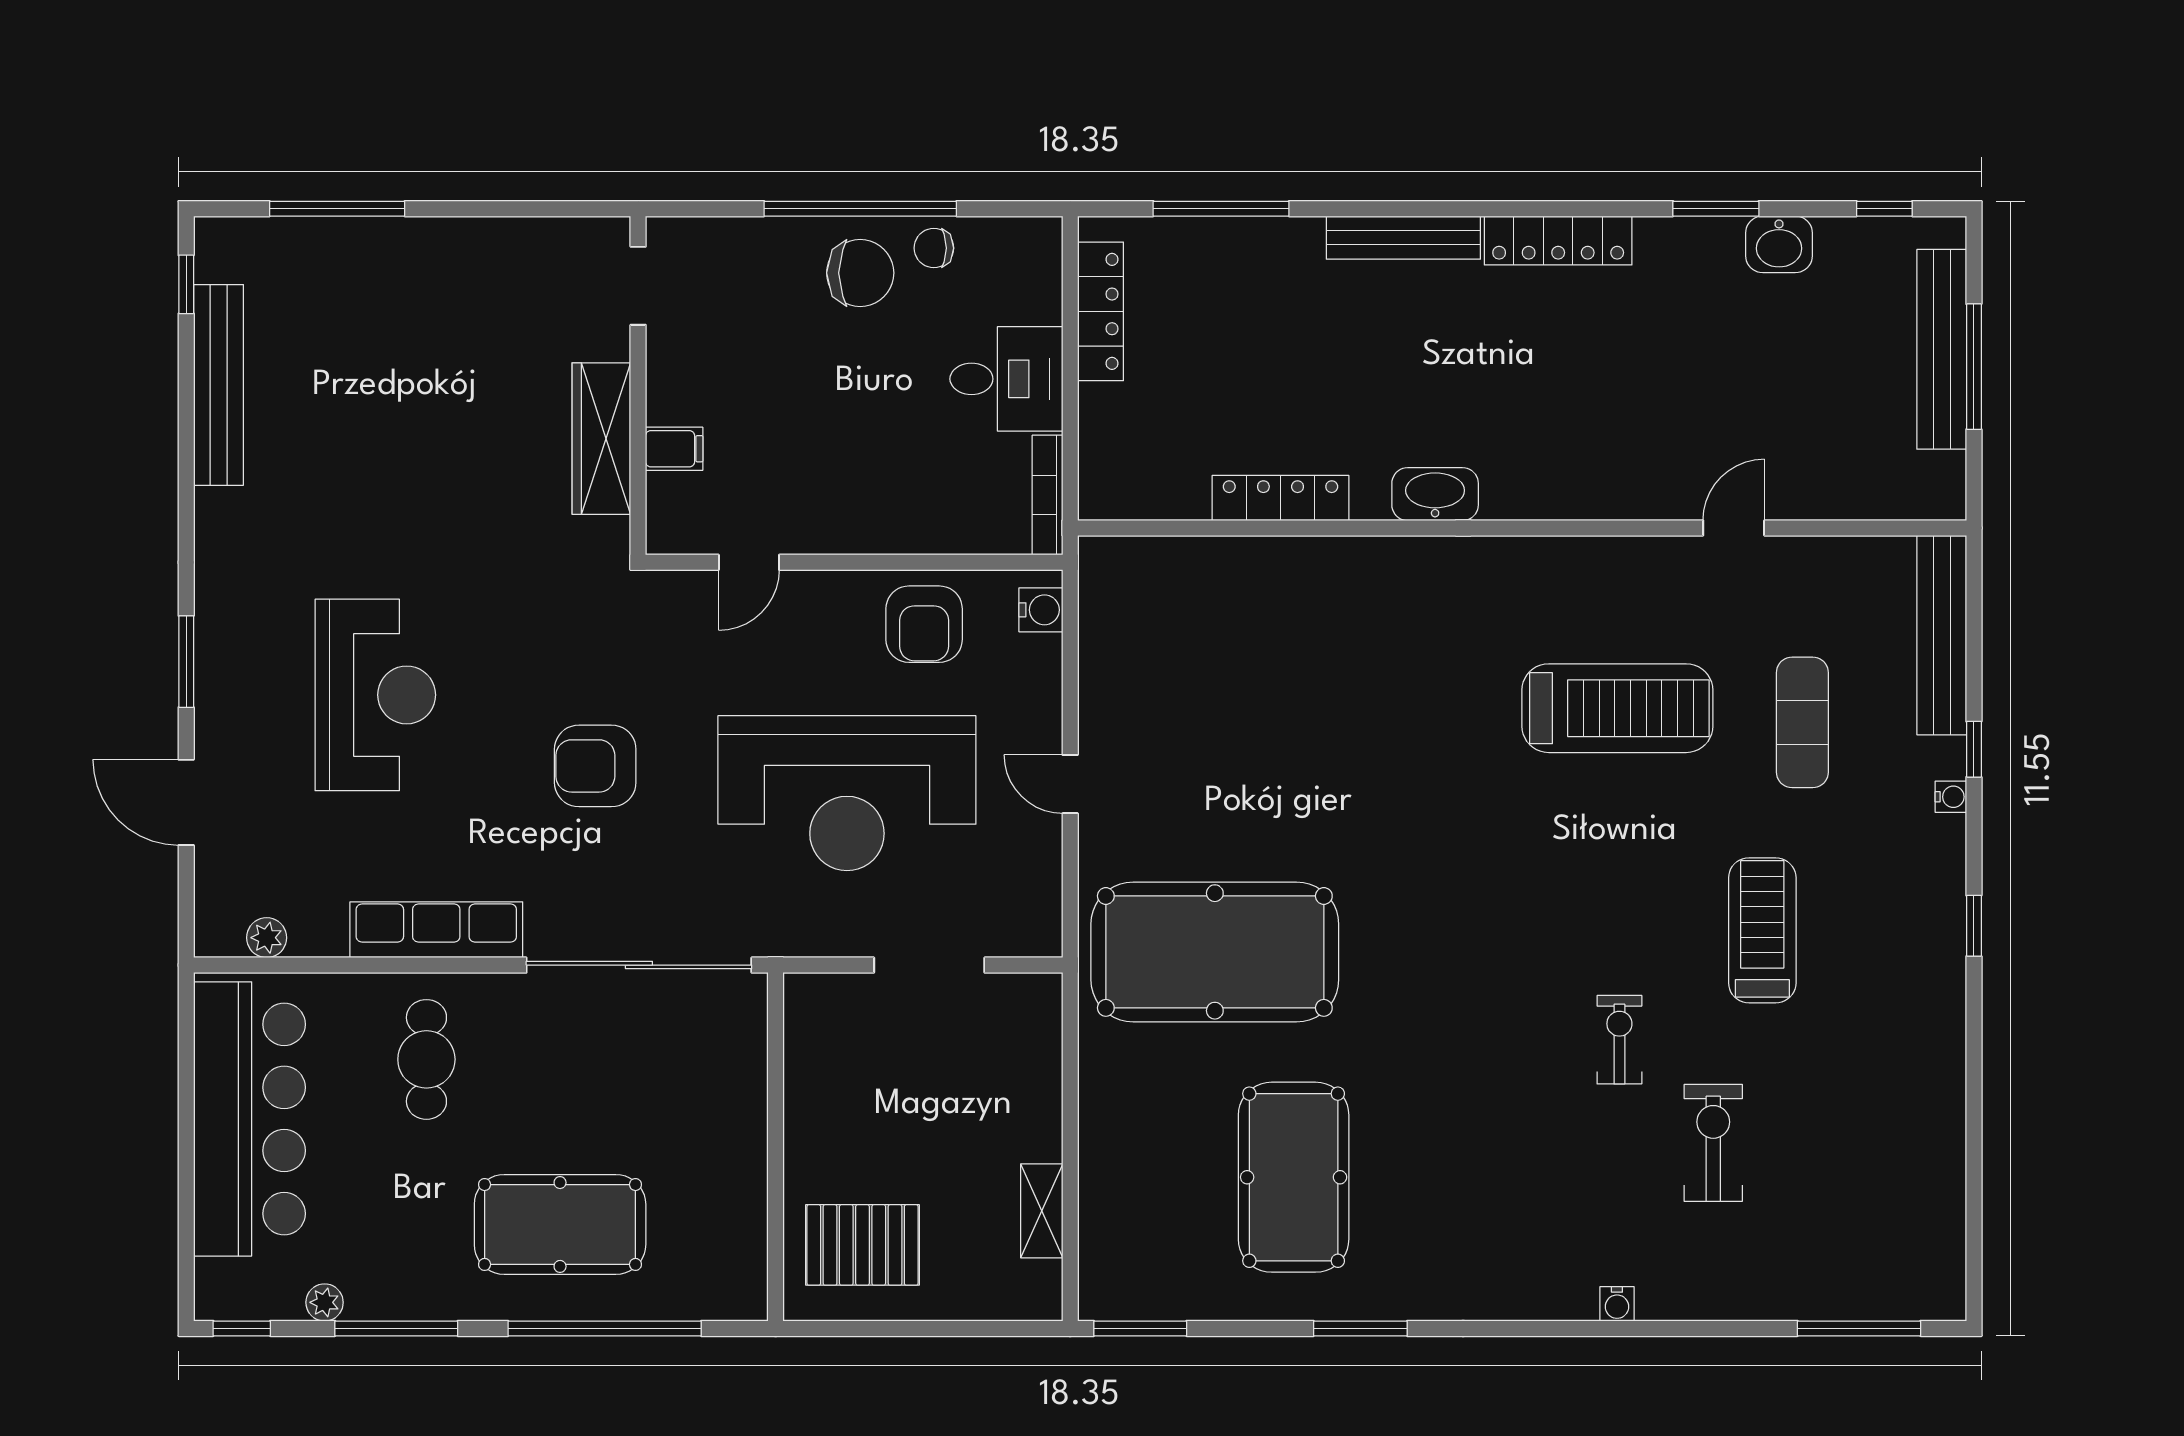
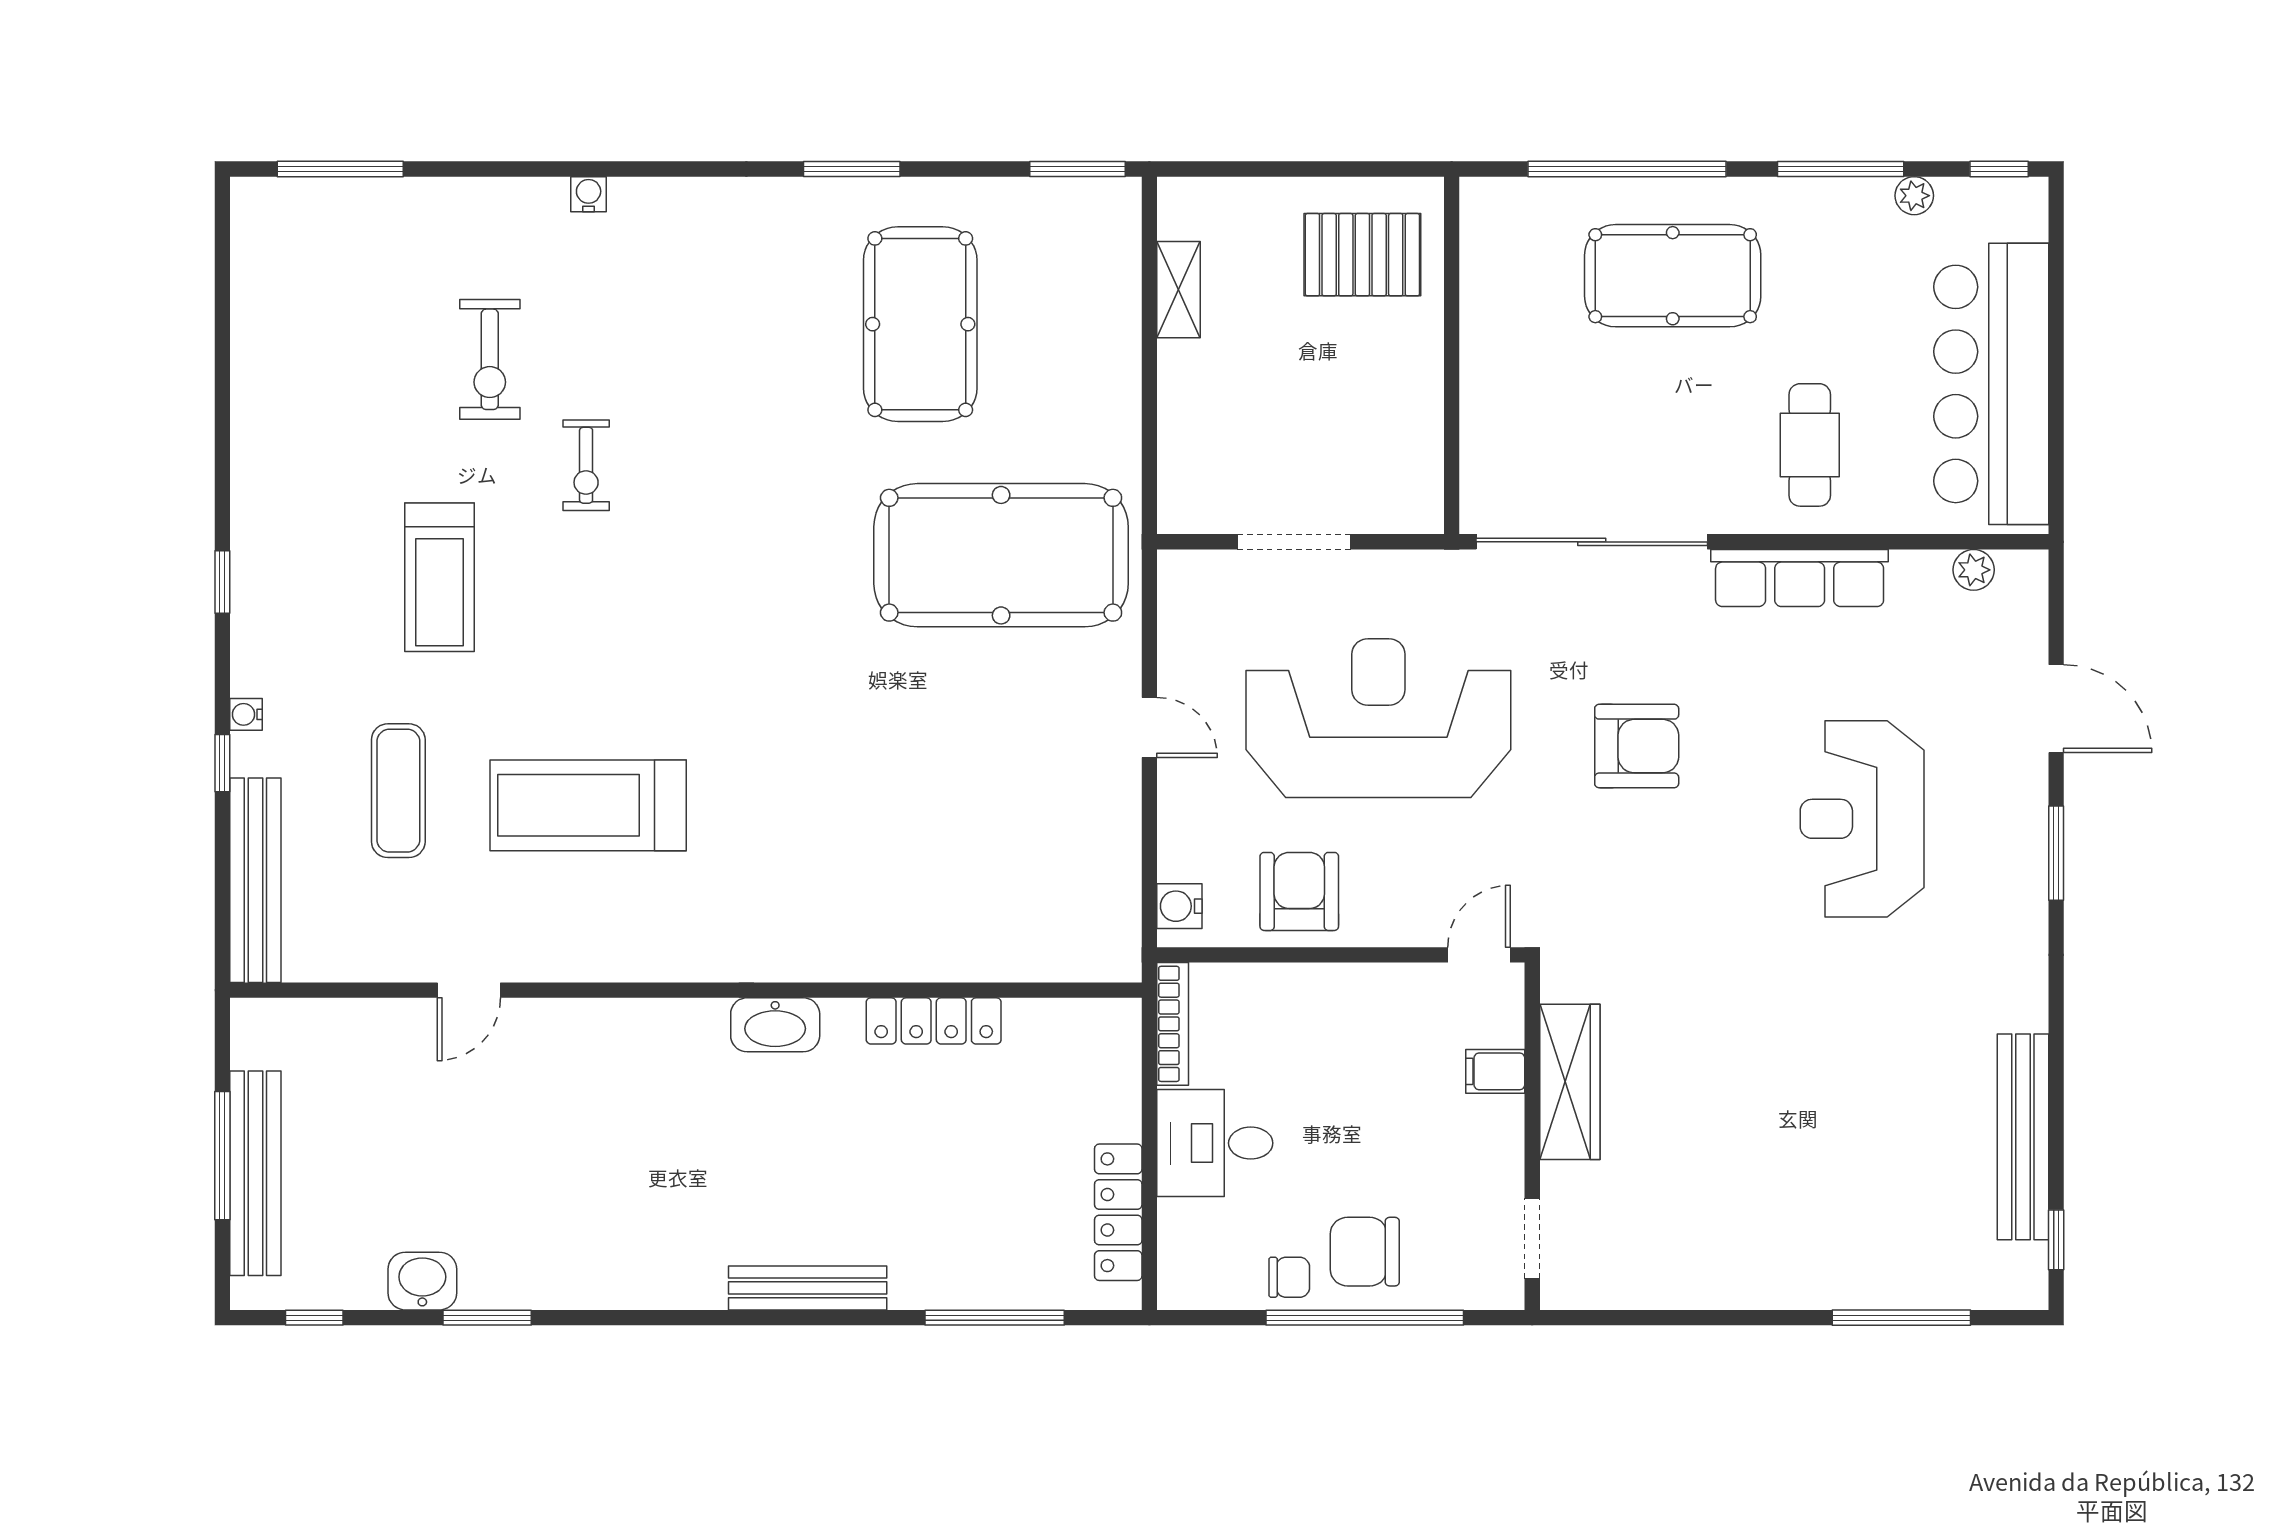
locker: (1558, 240) -> (649, 1285), removed
doorway: (638, 286) -> (1532, 1239), moved
wall: (638, 385) -> (1532, 1136), moved
wardrobe: (601, 439) -> (1570, 1082), moved
filing cabinet: (674, 449) -> (1495, 1071), moved

